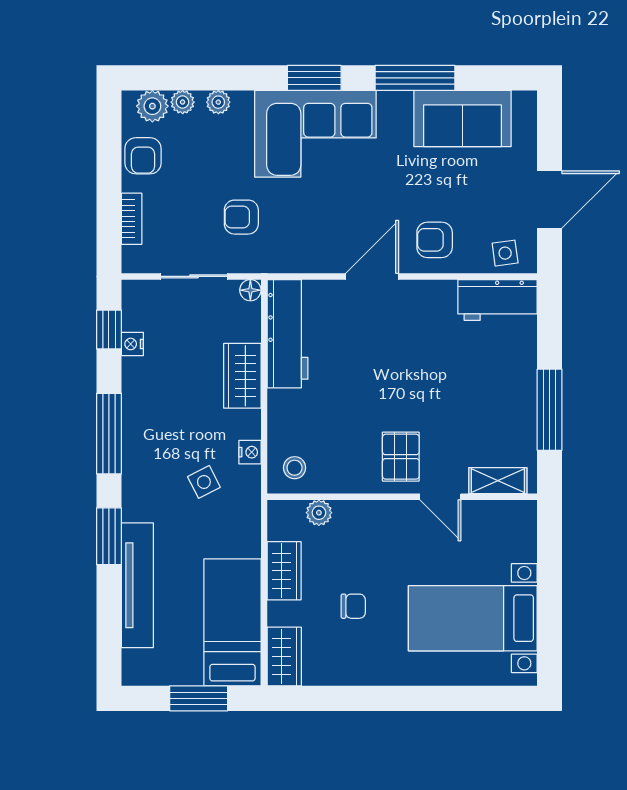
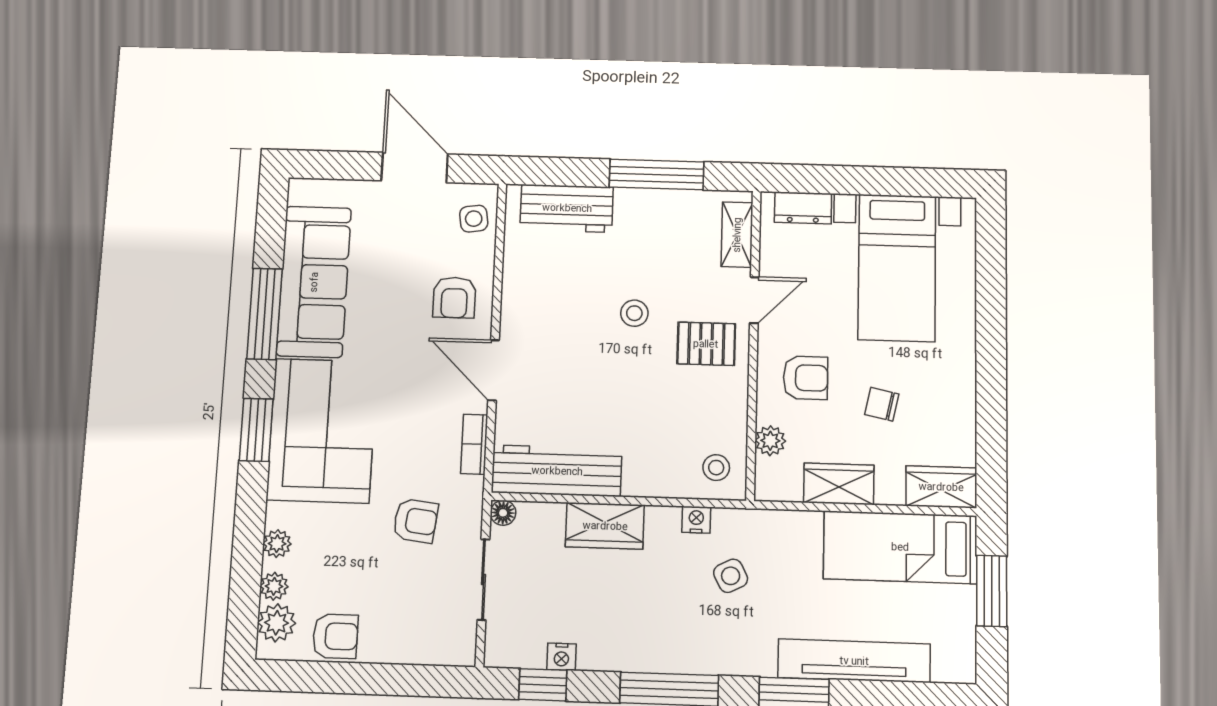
sofa: (462, 118) -> (314, 282), width x1.36
armchair: (241, 217) -> (415, 521), turned -83
bookcase: (132, 219) -> (474, 444), moved, turned -90
workbench: (498, 300) -> (567, 208), moved, turned 90
stool: (426, 395) -> (634, 313), added
dresser: (523, 537) -> (803, 208), added
armchair: (374, 541) -> (805, 378), added
chair: (353, 606) -> (882, 404), turned -78

